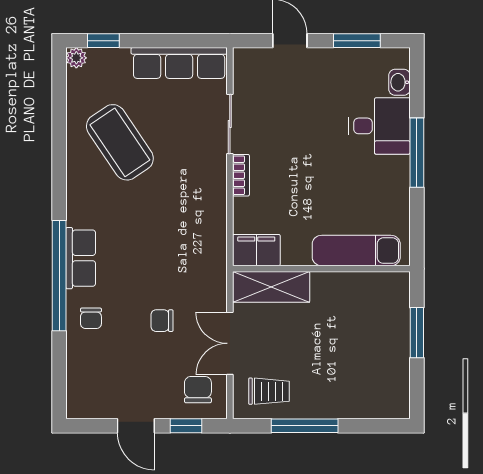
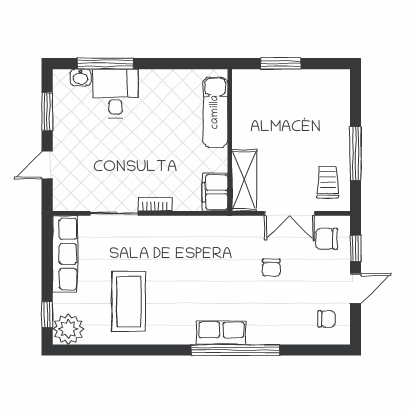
plant: (76, 58) -> (68, 329), width x1.88, depth x1.88
coffee table: (120, 142) -> (129, 301), turned -56
window: (417, 153) -> (105, 64), moved
chair: (91, 318) -> (326, 319), moved

